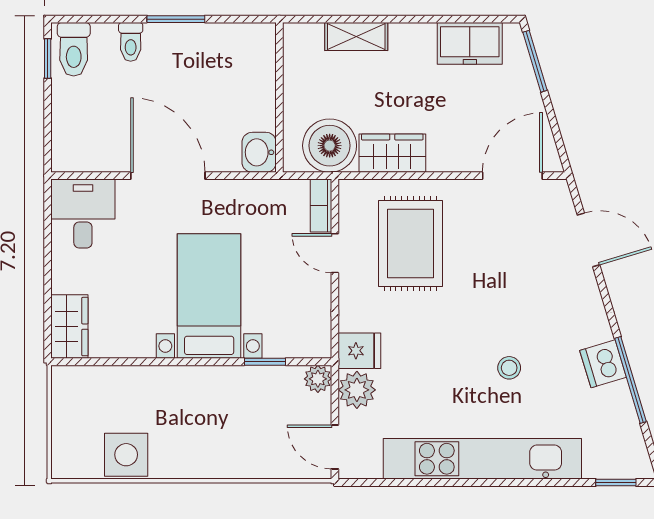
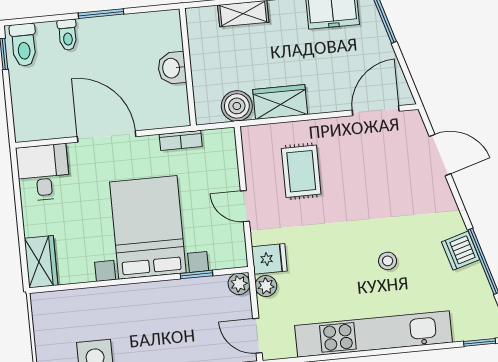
boiler: (330, 146) -> (237, 106), width x0.73, depth x0.73
washbasin: (259, 152) -> (172, 68), moved
bookcase: (321, 206) -> (181, 140), moved, turned -90
rug: (410, 243) -> (301, 171), width x0.73, depth x0.70
door: (335, 253) -> (245, 206), moved
bed with nightstands: (209, 296) -> (148, 227), width x1.36
plant: (357, 390) -> (266, 286), width x0.73, depth x0.73

